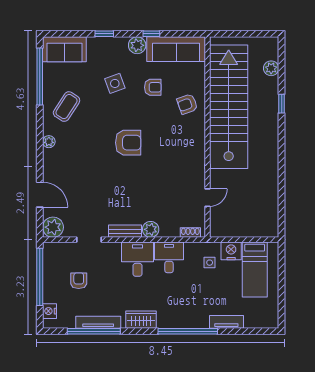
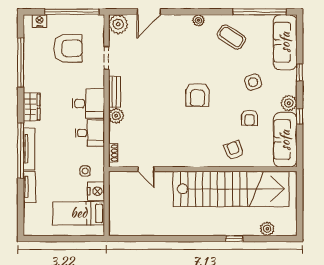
sofa: (64, 49) -> (285, 42), width x1.36
armchair: (79, 281) -> (68, 48), width x1.88, depth x1.88
tv unit: (98, 322) -> (29, 149), moved

